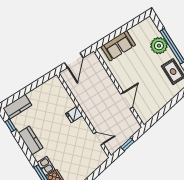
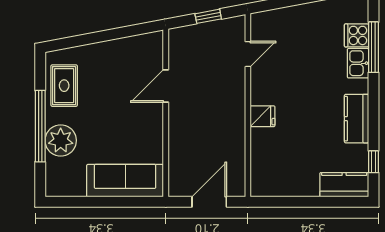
sofa: (118, 46) -> (125, 181), width x1.36
door: (99, 139) -> (248, 54), swing flipped

